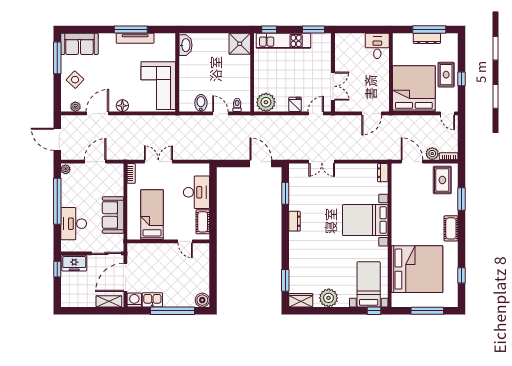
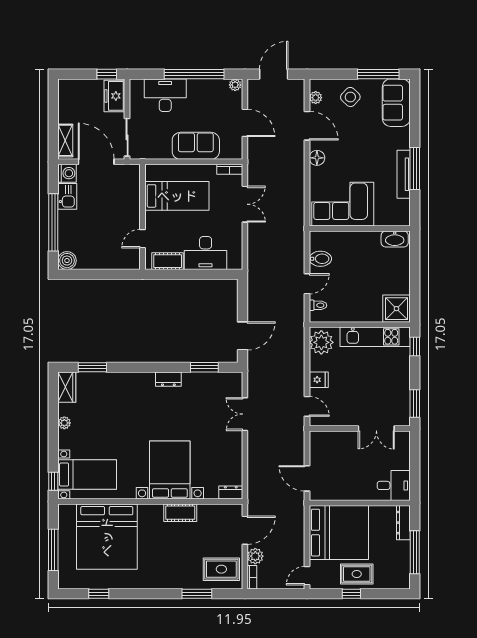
dresser: (427, 38) -> (403, 523), moved
kitchen unit: (284, 41) -> (375, 337), moved, turned -90
double door: (333, 86) -> (376, 429), moved
sofa: (113, 215) -> (196, 146), moved
cot: (451, 228) -> (180, 513), moved
plant: (329, 298) -> (64, 423), width x0.53, depth x0.53

